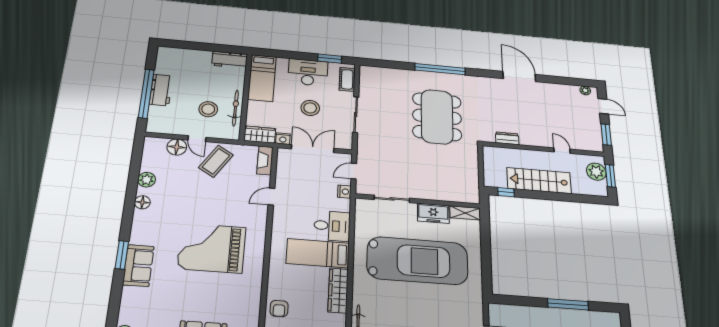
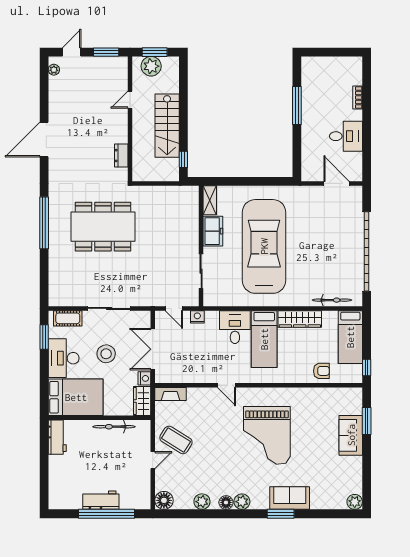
bed: (262, 78) -> (76, 397), width x1.50
stool: (208, 109) -> (118, 453), removed
floor lamp: (177, 147) -> (164, 500), moved
door: (271, 197) -> (227, 385), moved
plant: (141, 218) -> (242, 502), added

